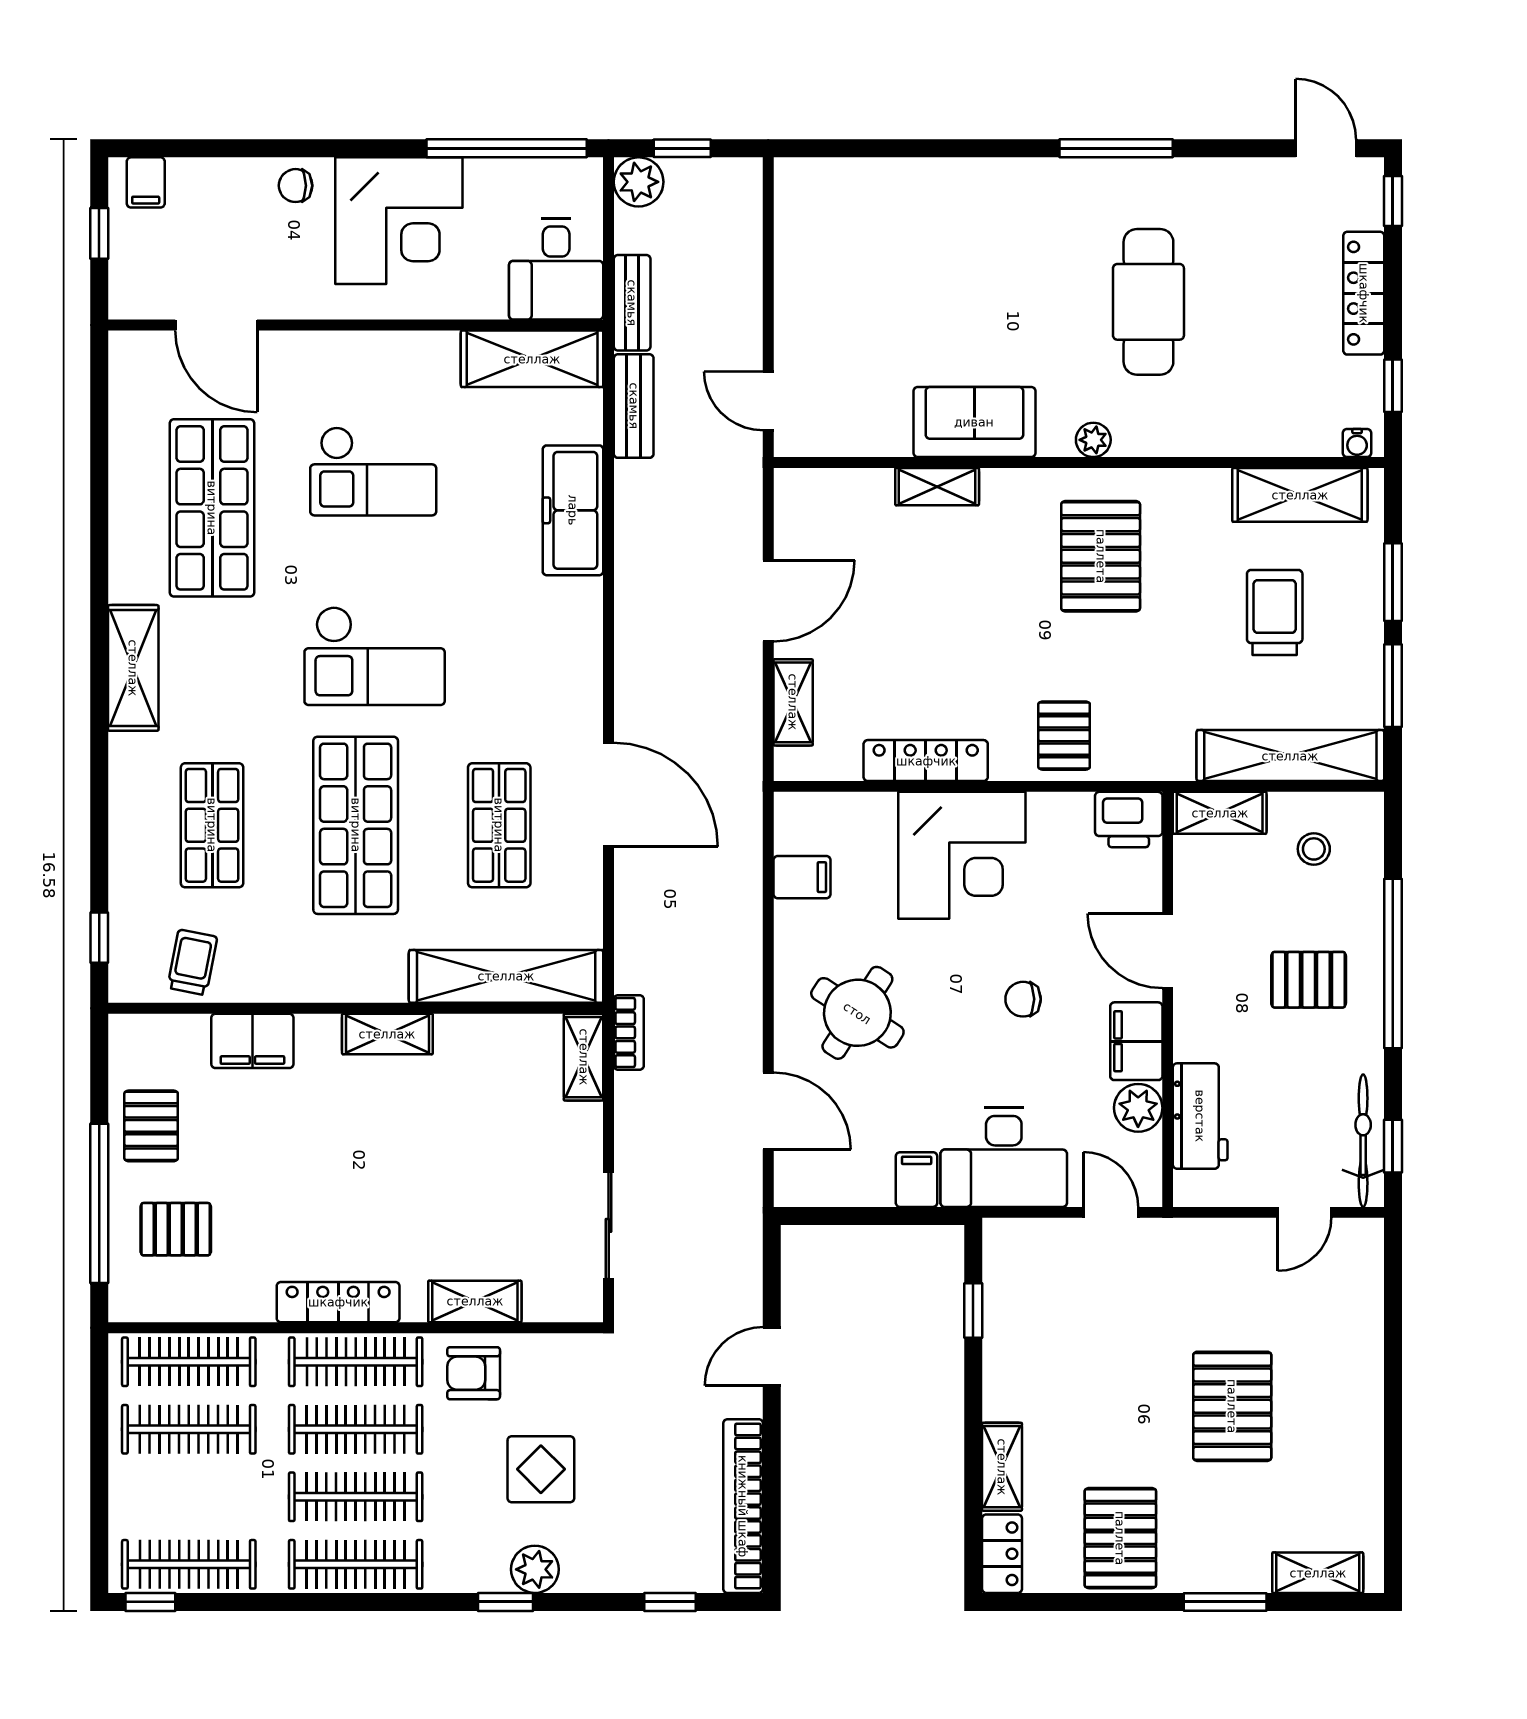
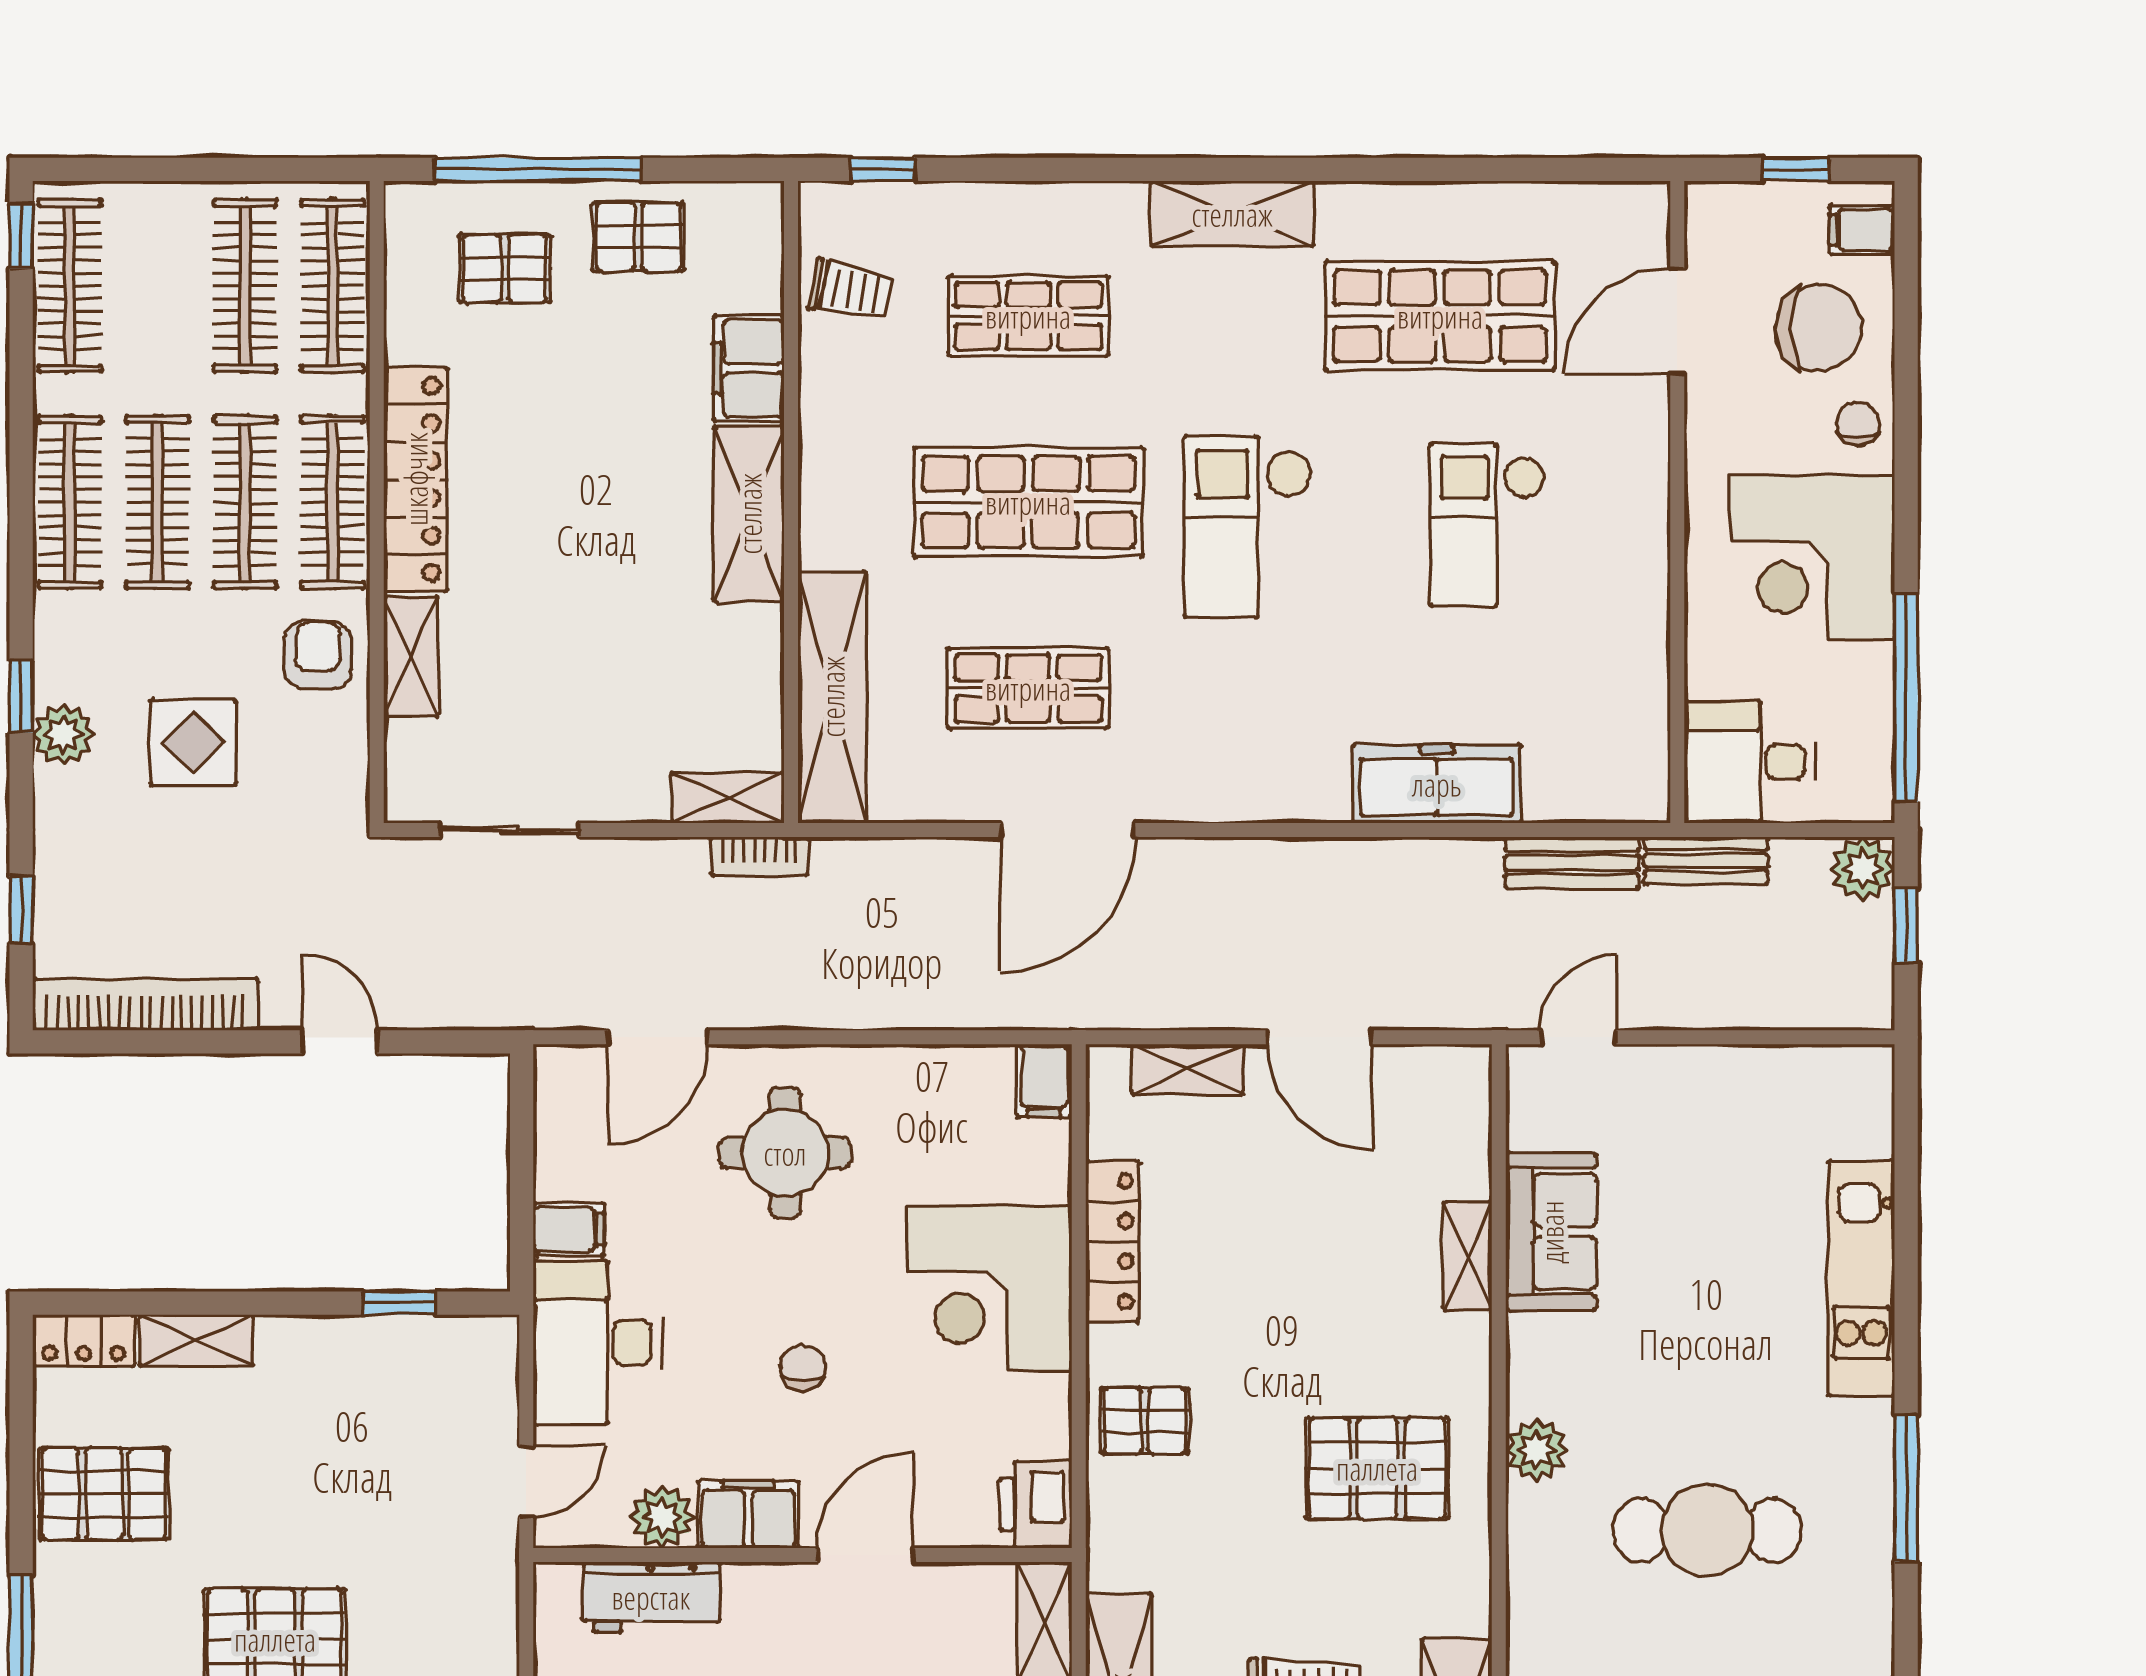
kitchen unit: (954, 183) -> (1861, 1279), added
chair: (221, 216) -> (1818, 328), added
shelving: (532, 359) -> (1633, 731), removed
sofa: (974, 422) -> (1551, 1232), moved
plant: (1093, 440) -> (1536, 1450), width x1.38, depth x1.38
filing cabinet: (802, 877) -> (1044, 1081), moved
round table: (857, 1013) -> (785, 1153), turned -33
shelving: (387, 1034) -> (749, 514), width x1.50, depth x1.33
pallet: (176, 1229) -> (505, 269), turned 90
locker: (338, 1302) -> (415, 479), width x1.41, depth x1.21

